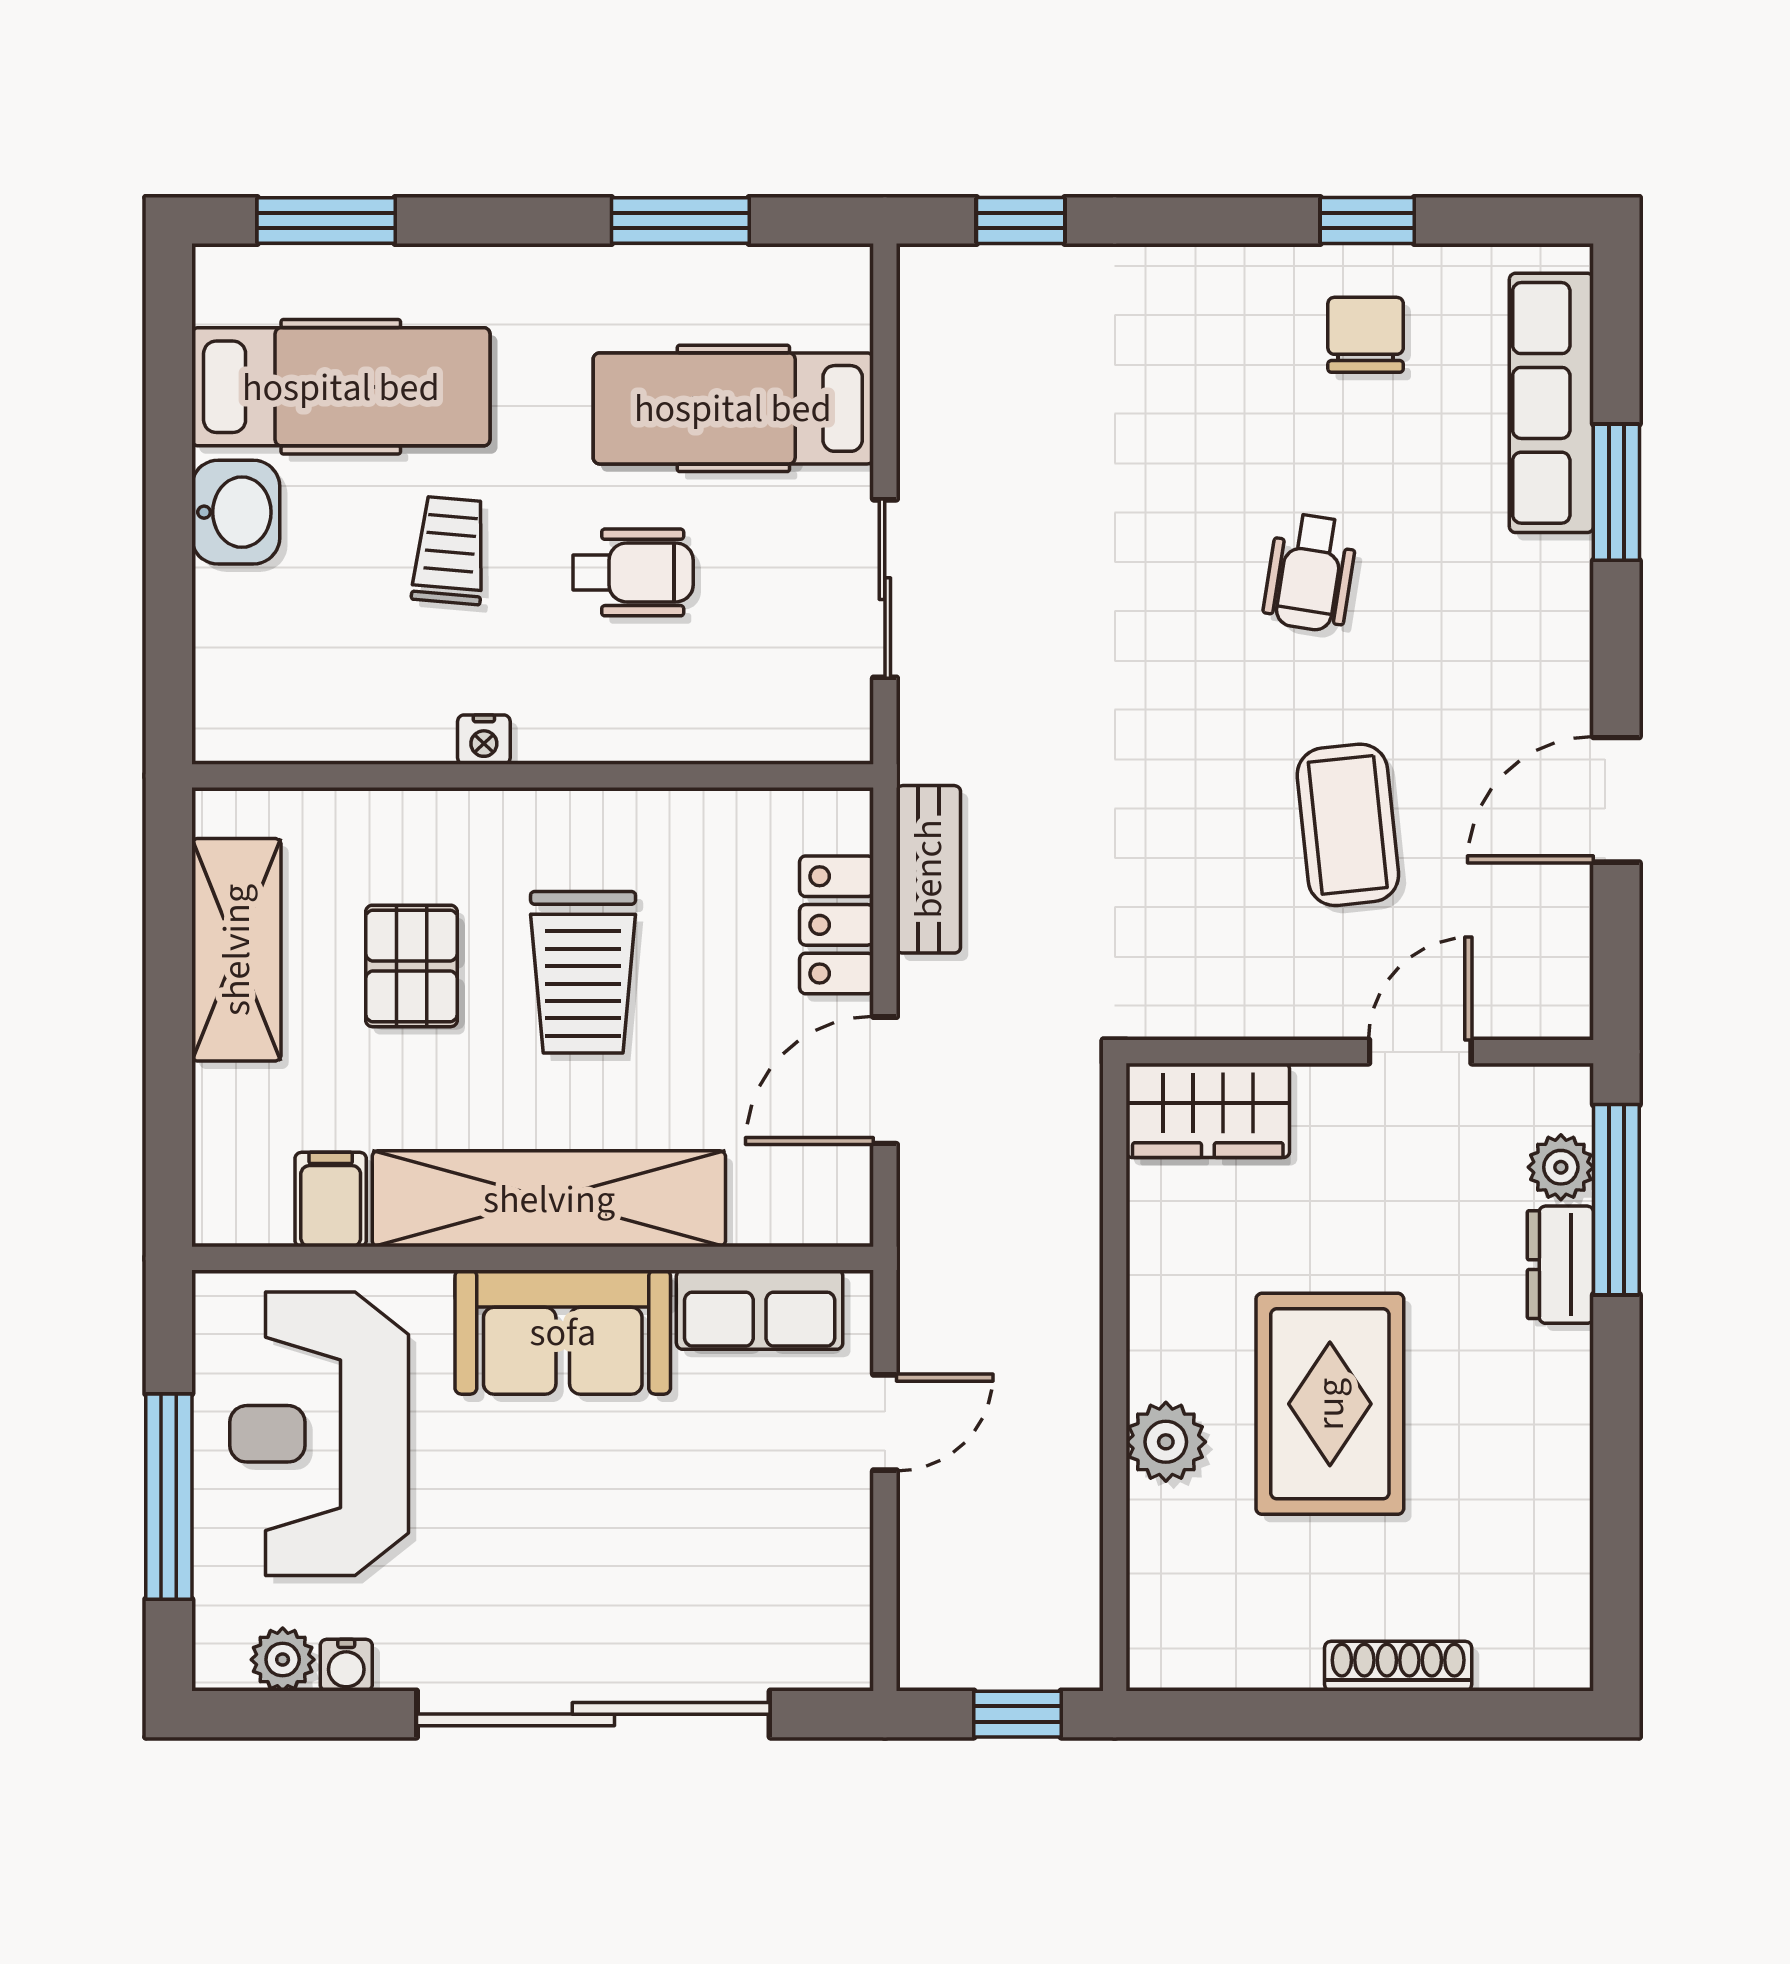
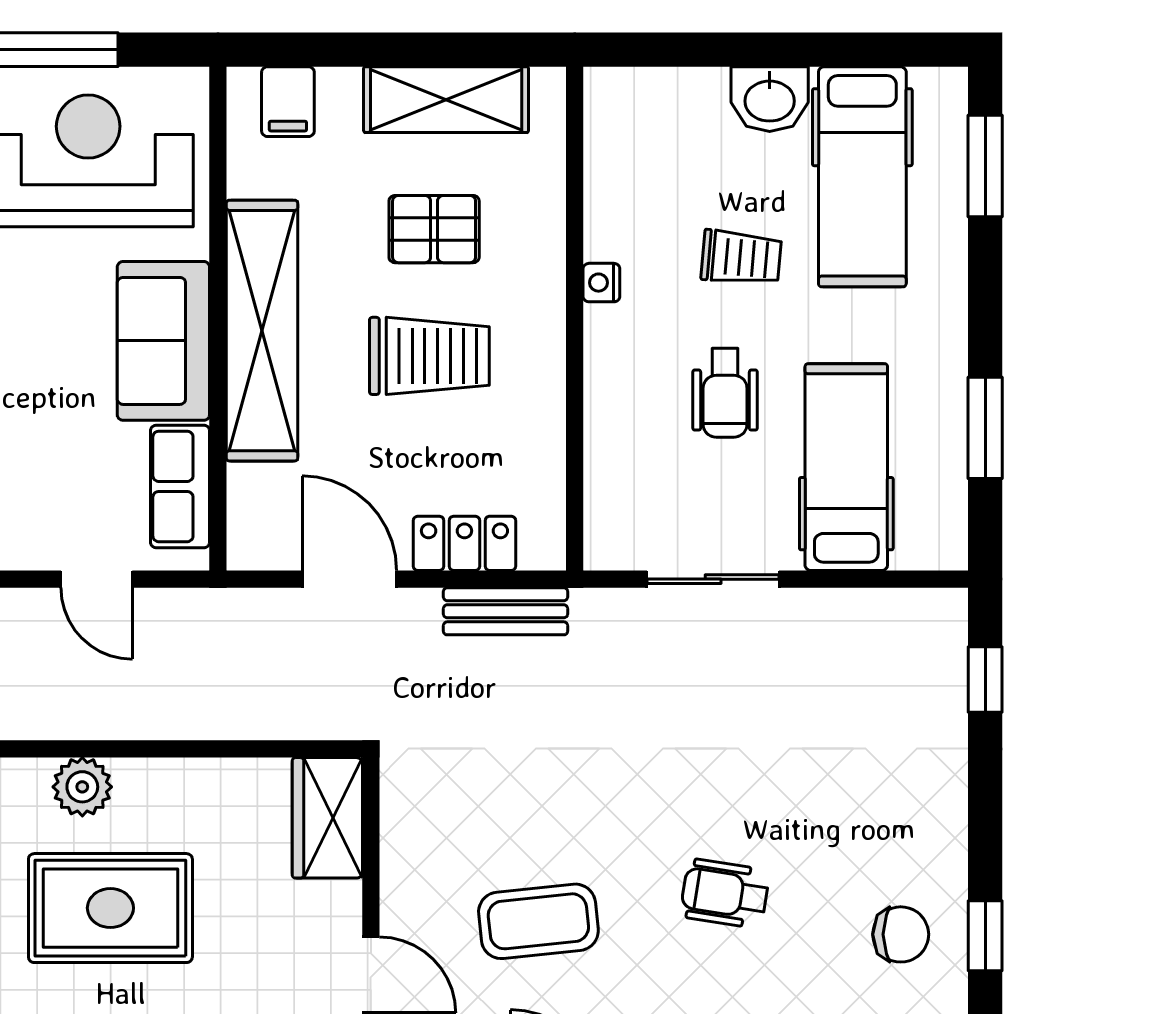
trolley: (583, 972) -> (429, 356), turned 180
filing cabinet: (331, 1200) -> (288, 102), moved, turned 90

